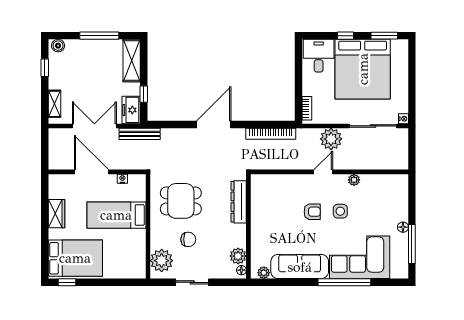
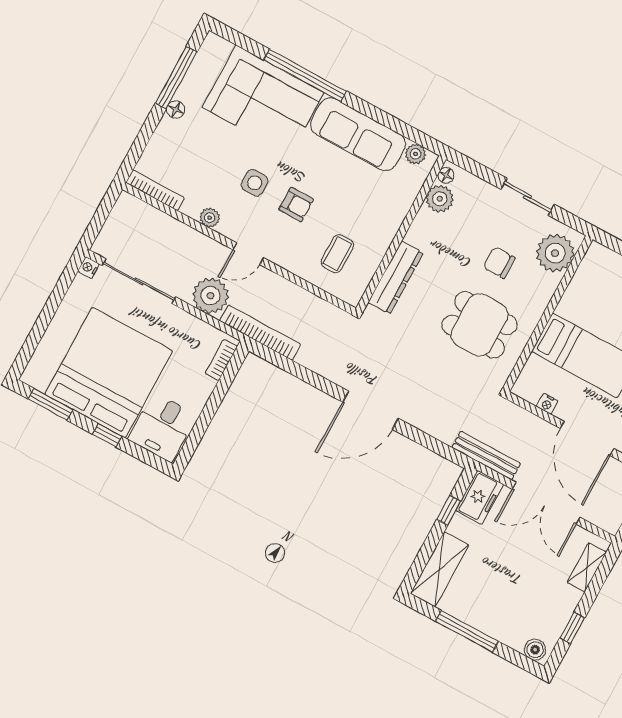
bookcase: (271, 134) -> (260, 333), moved
bookcase: (391, 179) -> (155, 190), added
coffee table: (276, 198) -> (337, 254), added
armchair: (312, 212) -> (296, 204), turned 180

